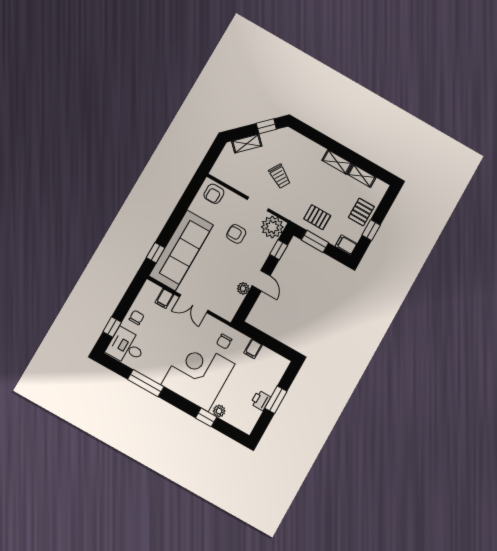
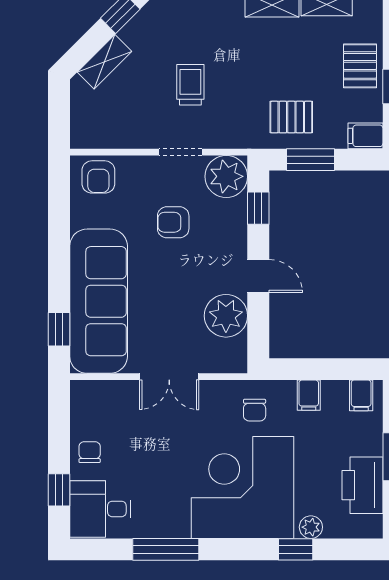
trolley: (280, 176) -> (190, 85), turned -121
plant: (243, 288) -> (226, 316), width x1.88, depth x1.88
filing cabinet: (164, 298) -> (361, 395), moved
printer: (261, 400) -> (362, 485), width x1.87, depth x1.48

